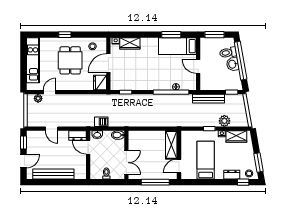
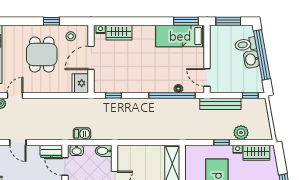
window: (65, 35) -> (51, 21), moved
window: (171, 35) -> (186, 21), moved
door: (198, 66) -> (207, 77), moved

